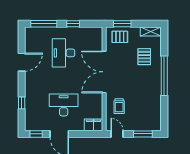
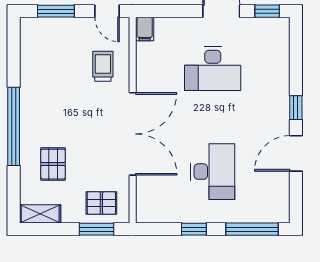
window: (22, 103) -> (296, 108), moved
filing cabinet: (93, 125) -> (145, 29), width x0.50

